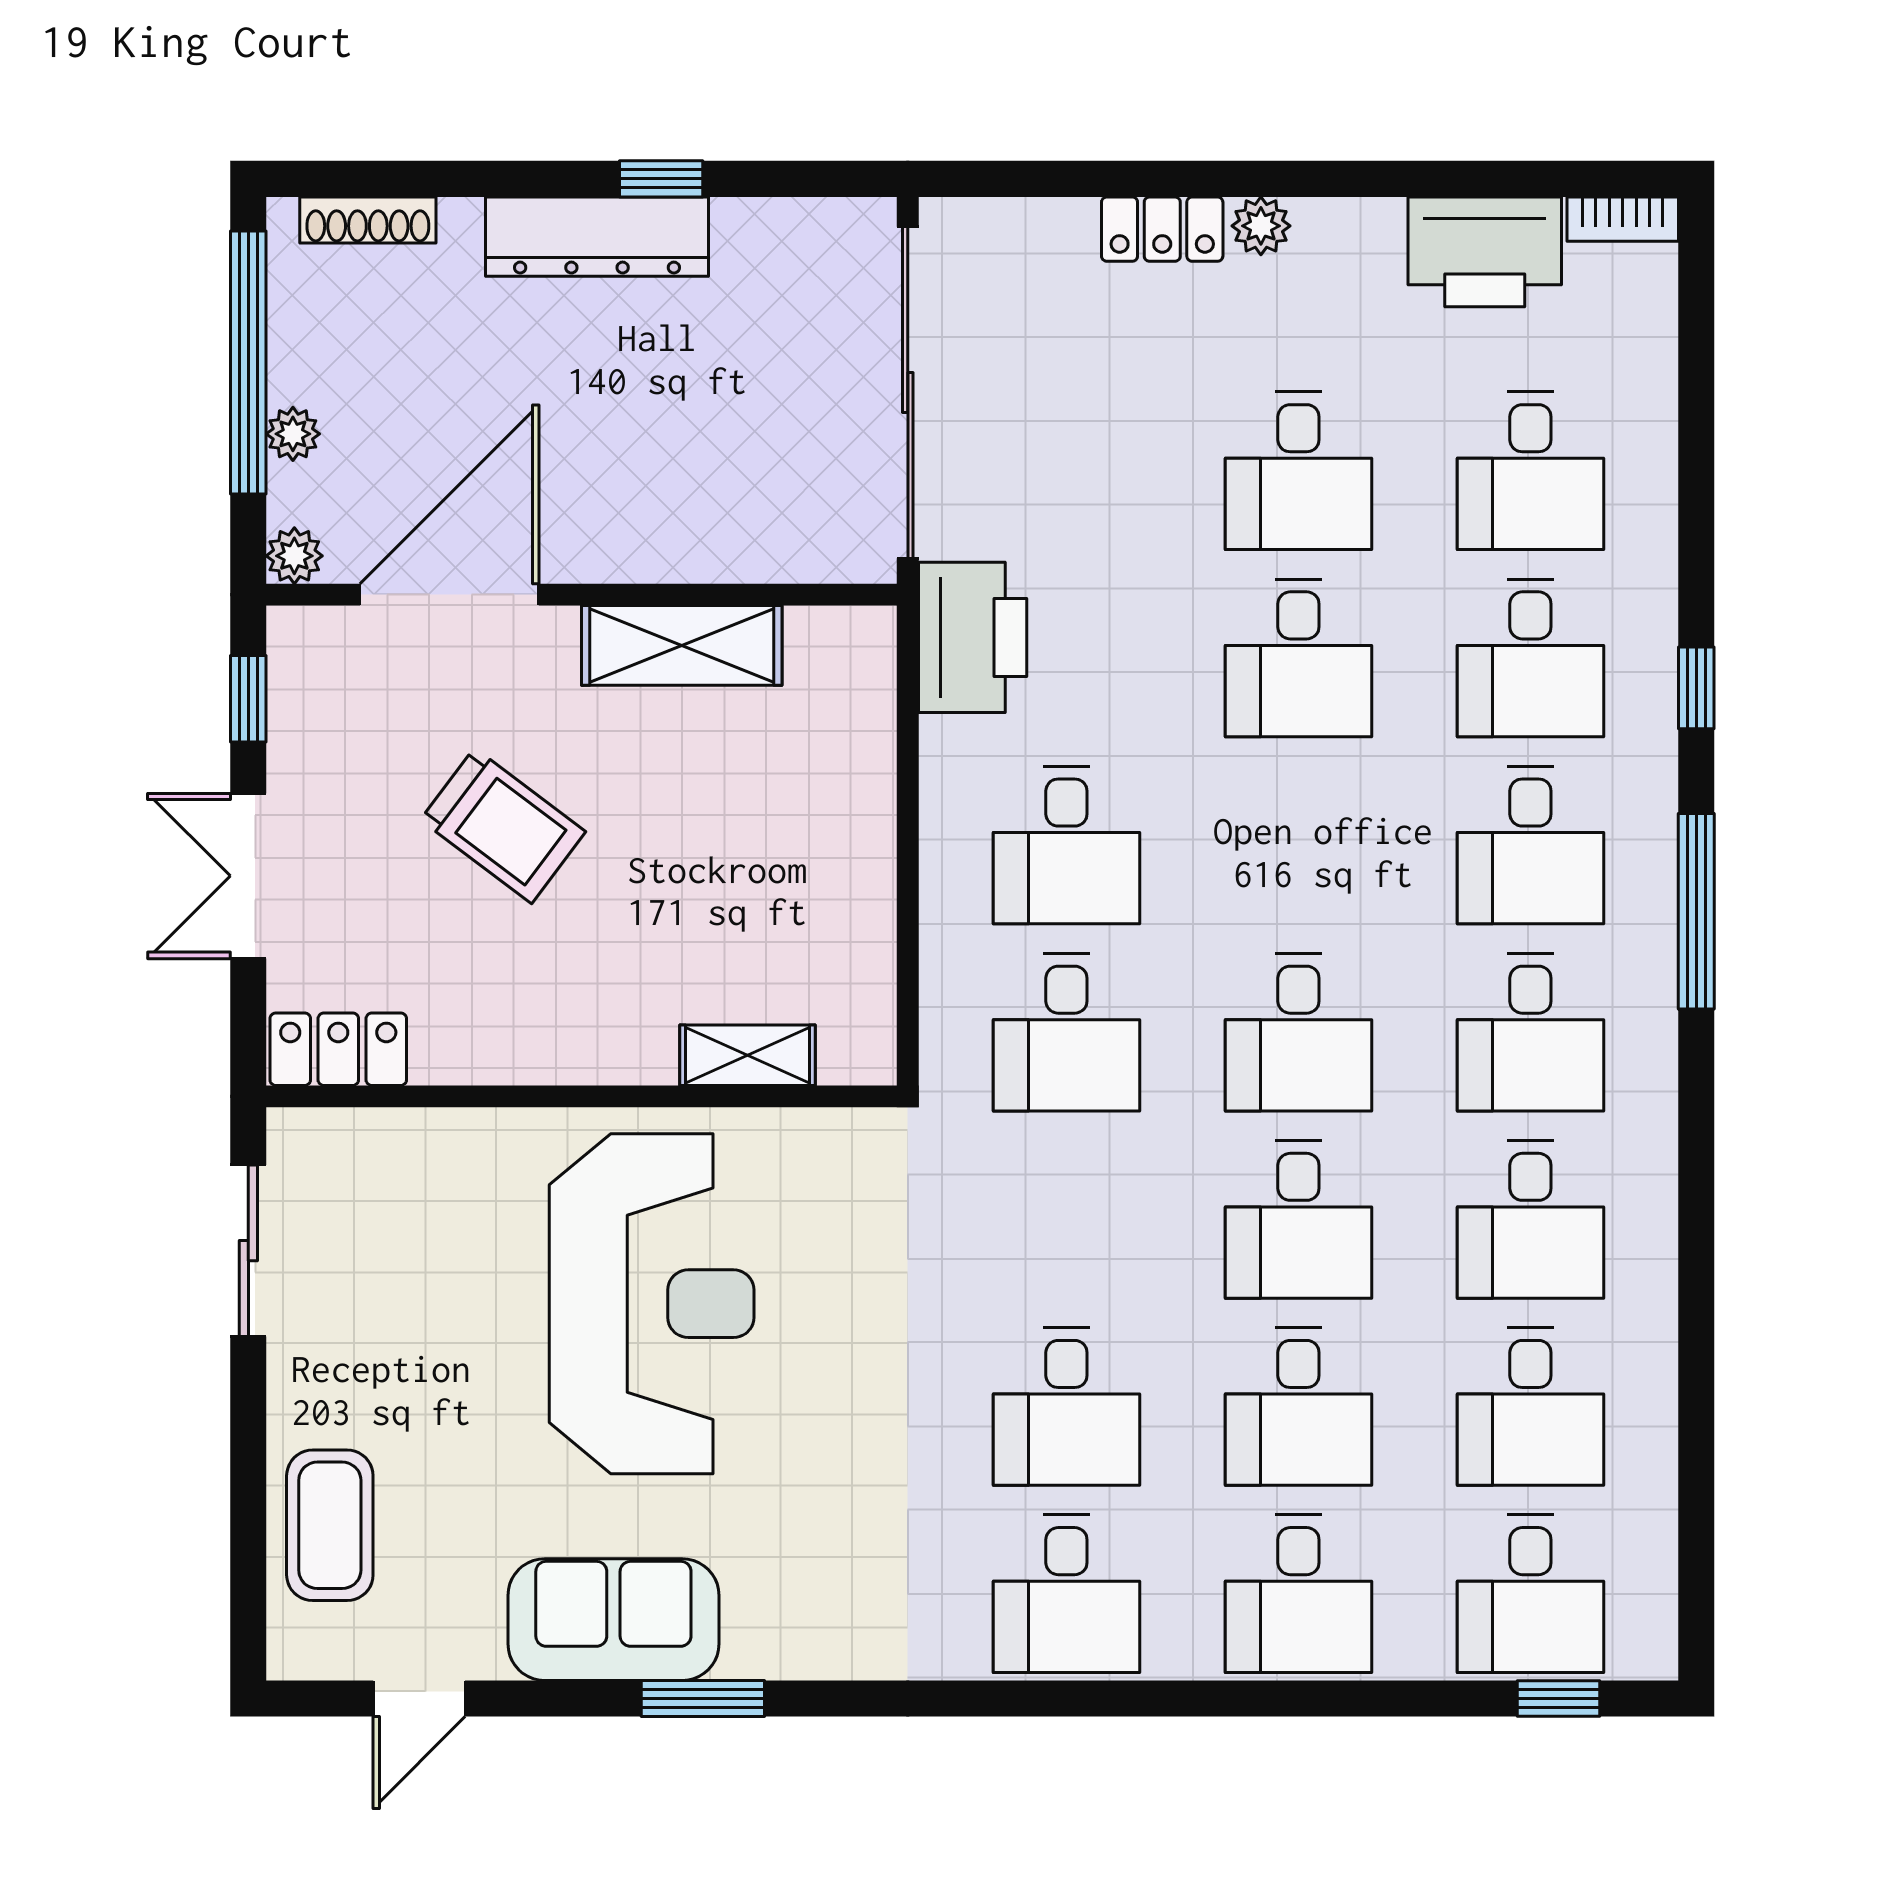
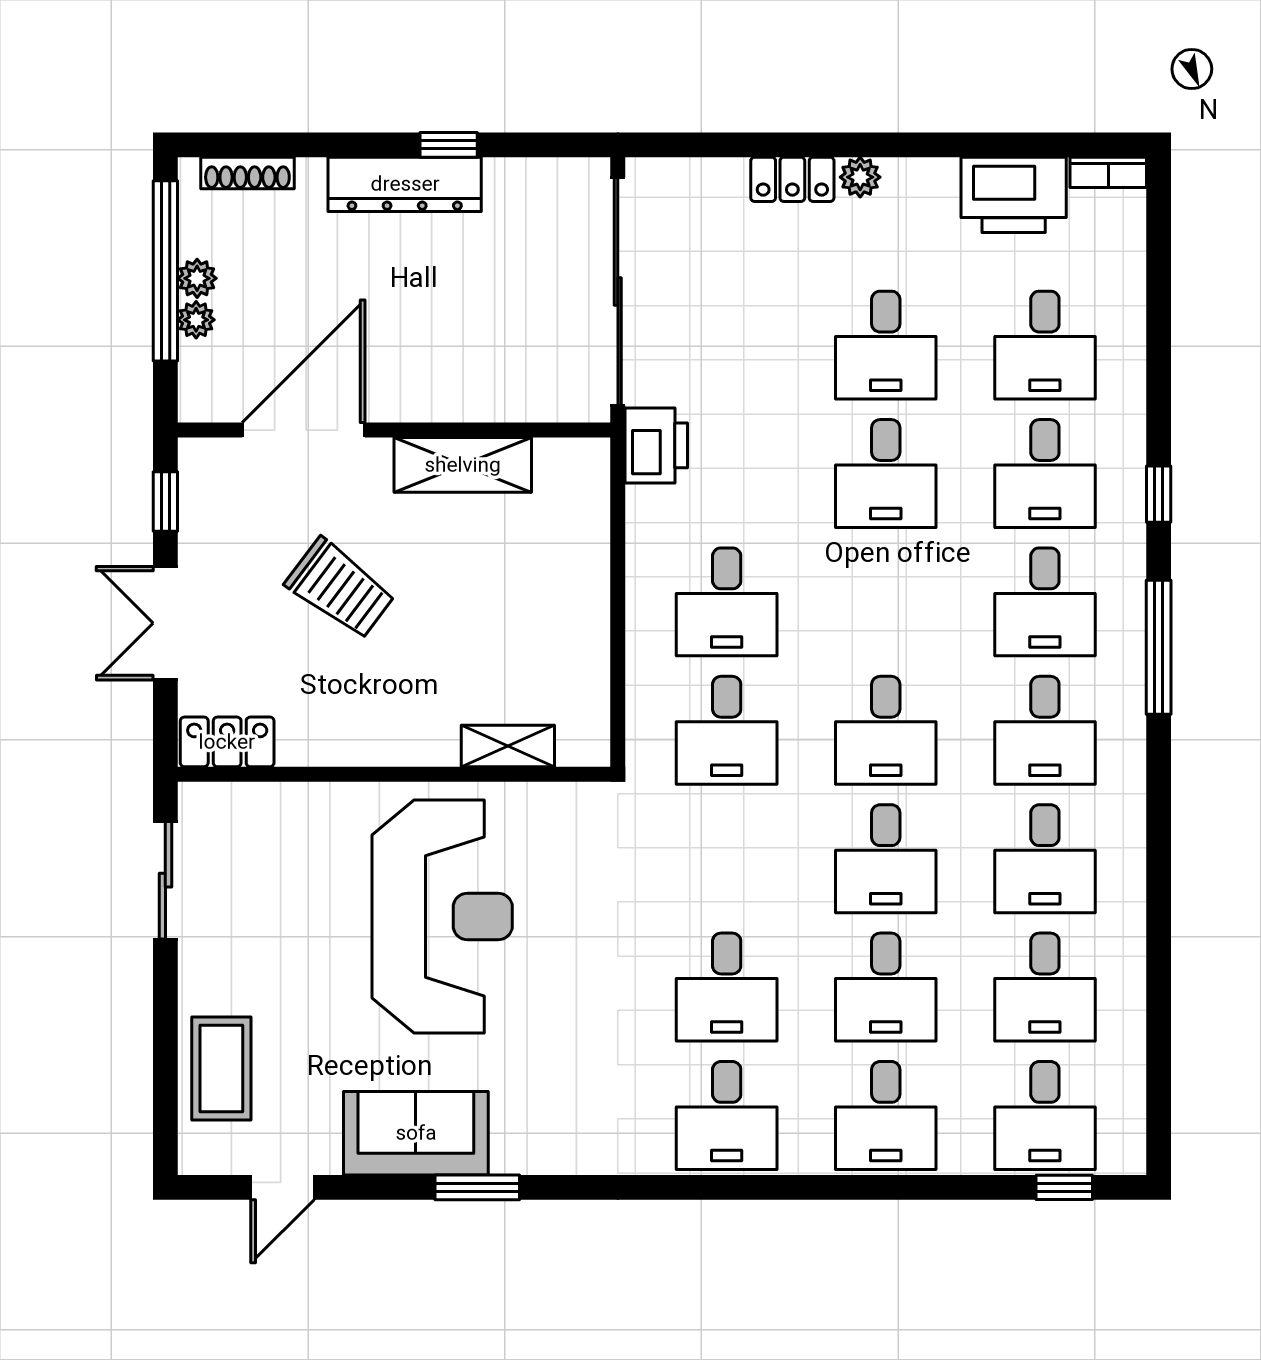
plant: (294, 556) -> (197, 278), moved
printer: (973, 637) -> (656, 445), width x0.73, depth x0.84

